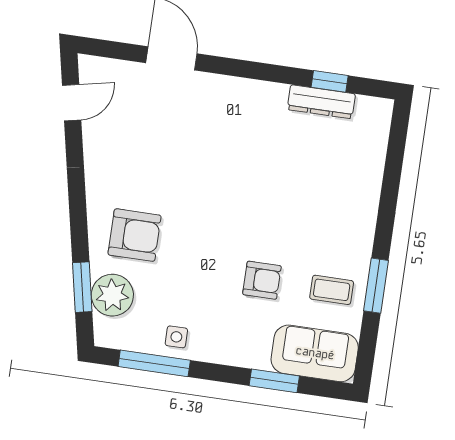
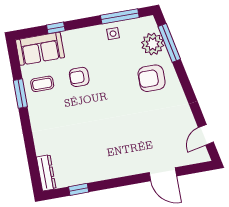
dresser: (321, 102) -> (46, 173), moved, turned 90
window: (82, 287) -> (169, 43), width x1.44
window: (274, 381) -> (56, 28), width x0.67

